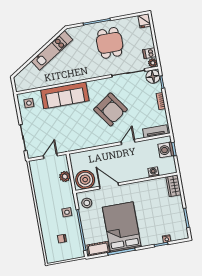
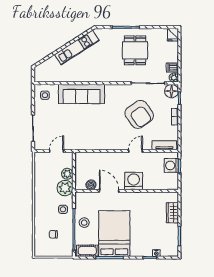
armchair: (111, 109) -> (139, 114), moved
washing machine: (153, 172) -> (134, 181), moved, width x1.89, depth x1.89
boiler: (85, 180) -> (91, 185), width x0.54, depth x0.54
wardrobe: (173, 186) -> (172, 213), moved
plant: (65, 191) -> (65, 188), added
stool: (87, 203) -> (84, 223), moved

